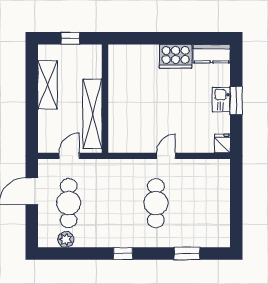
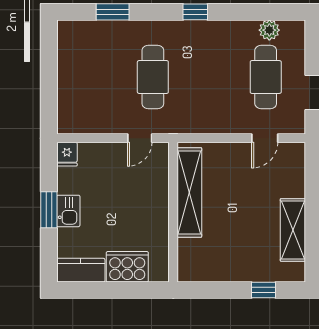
wall: (105, 99) -> (173, 212), moved
shelving: (93, 114) -> (189, 192), moved

